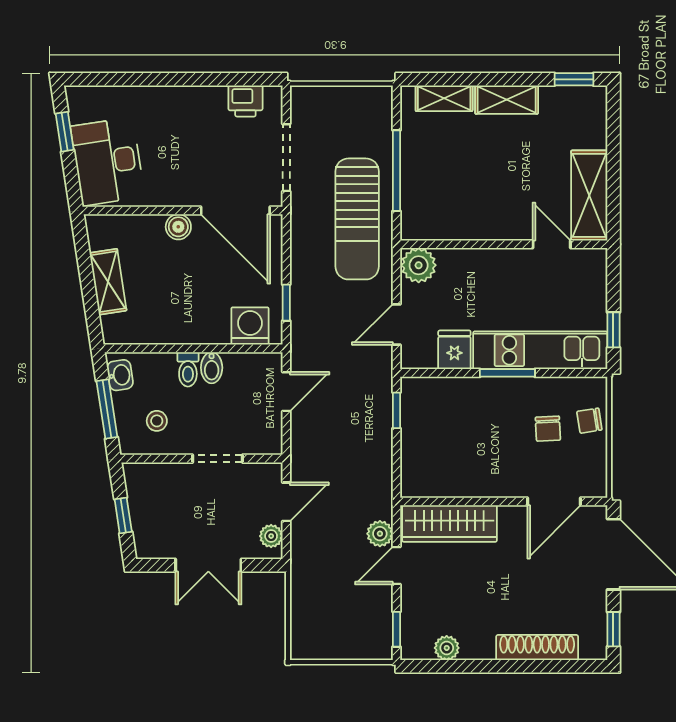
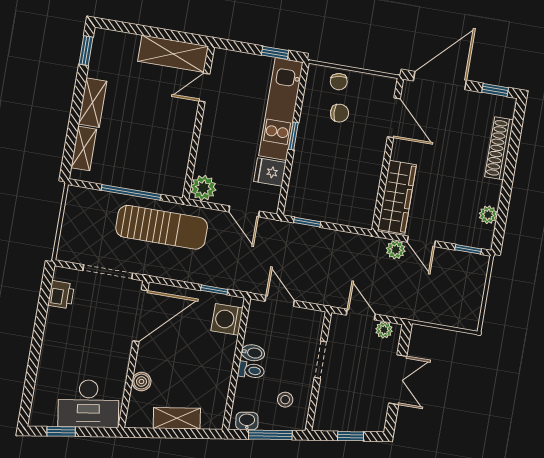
boiler: (178, 227) -> (141, 381), moved
window: (507, 373) -> (293, 136), width x0.67

